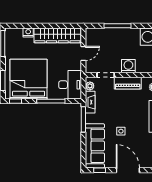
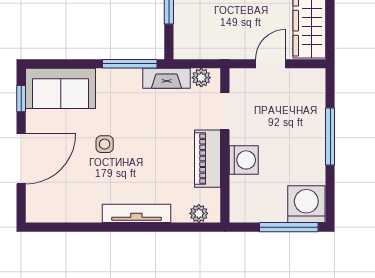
door: (83, 53) -> (271, 64), swing flipped
desk: (70, 85) -> (204, 35), removed
sofa: (95, 146) -> (61, 88), width x0.73

